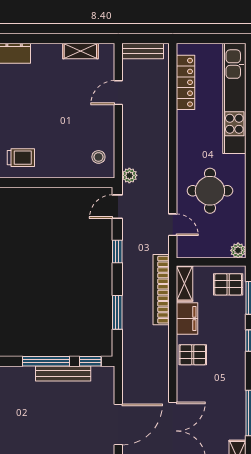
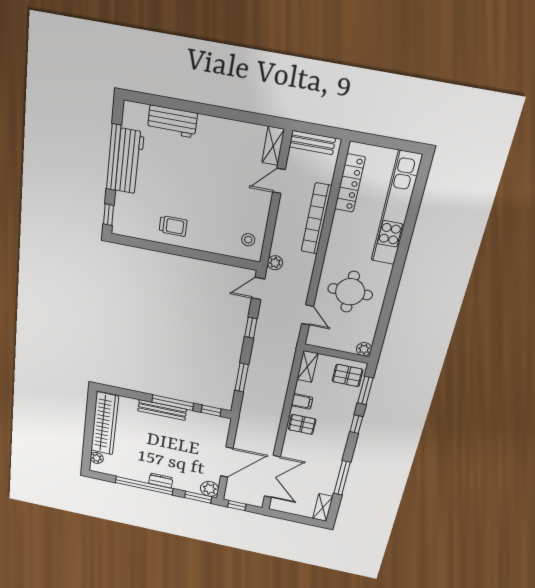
shelving: (80, 51) -> (273, 146), moved, turned 90
bookcase: (161, 290) -> (316, 219), moved
filing cabinet: (187, 319) -> (302, 401), width x0.50
bench: (63, 373) -> (162, 410), moved

